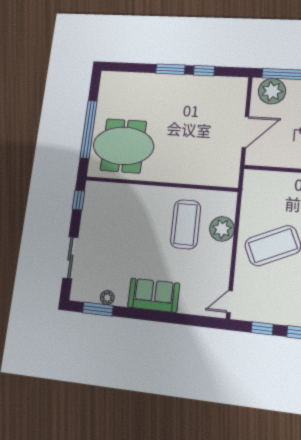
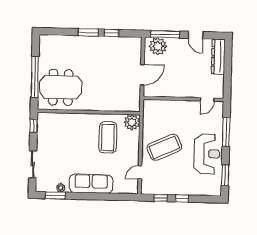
plant: (222, 229) -> (132, 122), moved
sofa: (154, 295) -> (91, 184), width x1.36
door: (230, 302) -> (140, 172), moved

